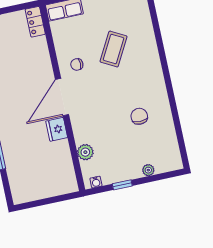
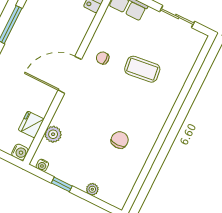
coffee table: (114, 49) -> (142, 69), turned 54
fridge: (57, 129) -> (31, 125), moved
water cooler: (71, 186) -> (20, 152), added

